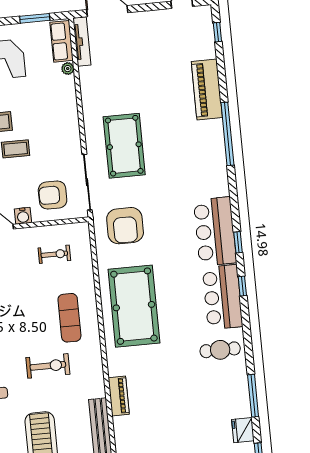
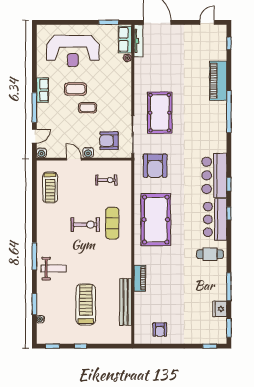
exercise bike: (48, 366) -> (85, 225), moved

